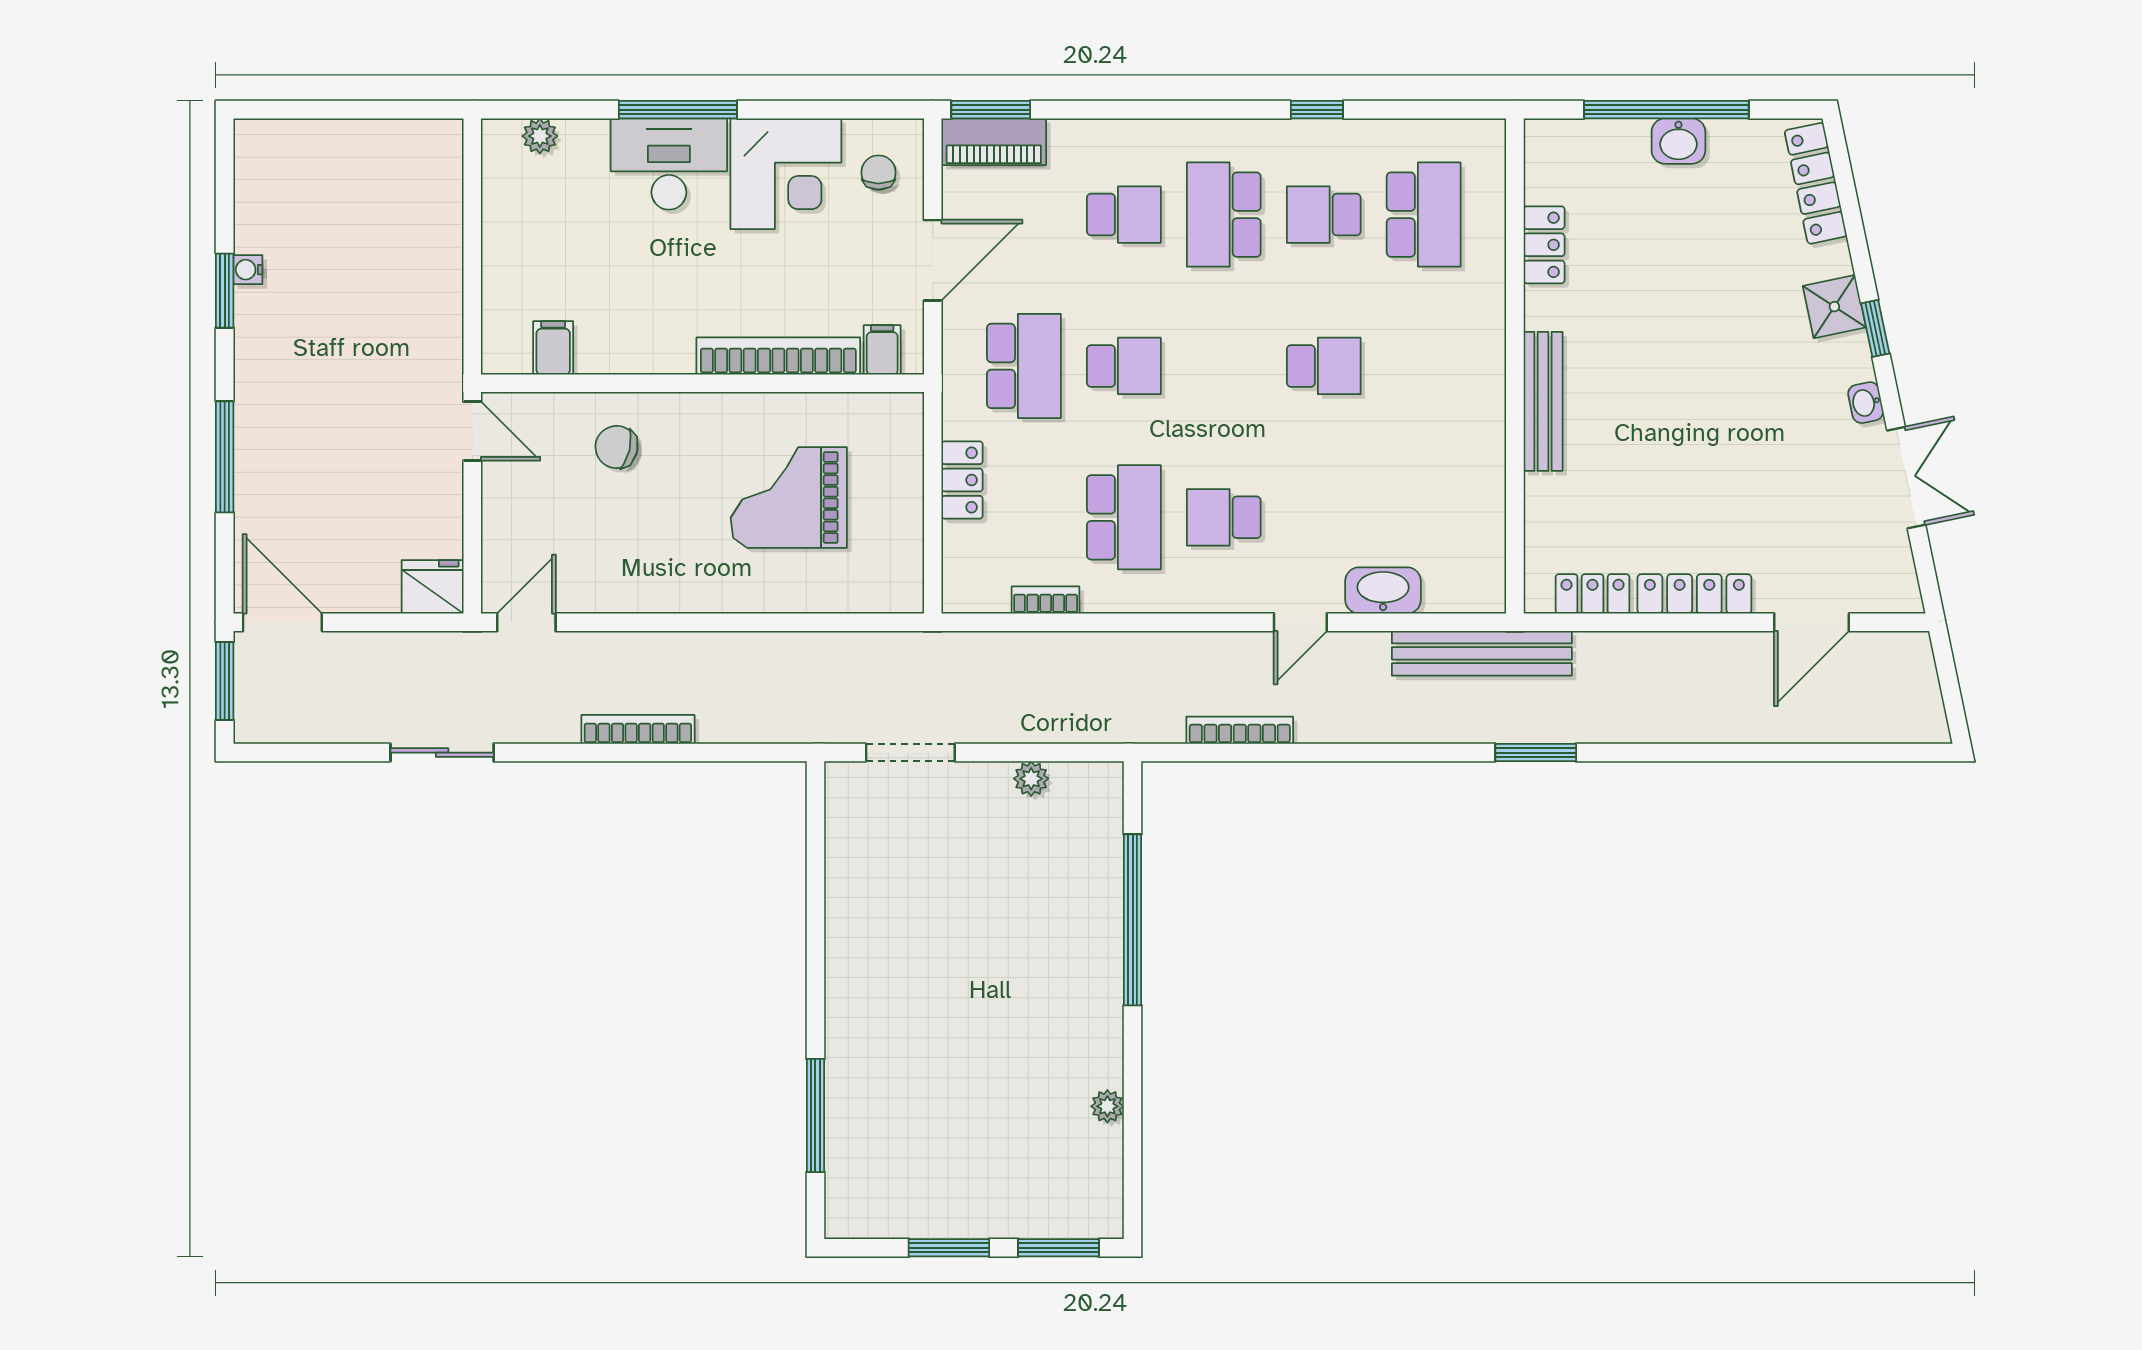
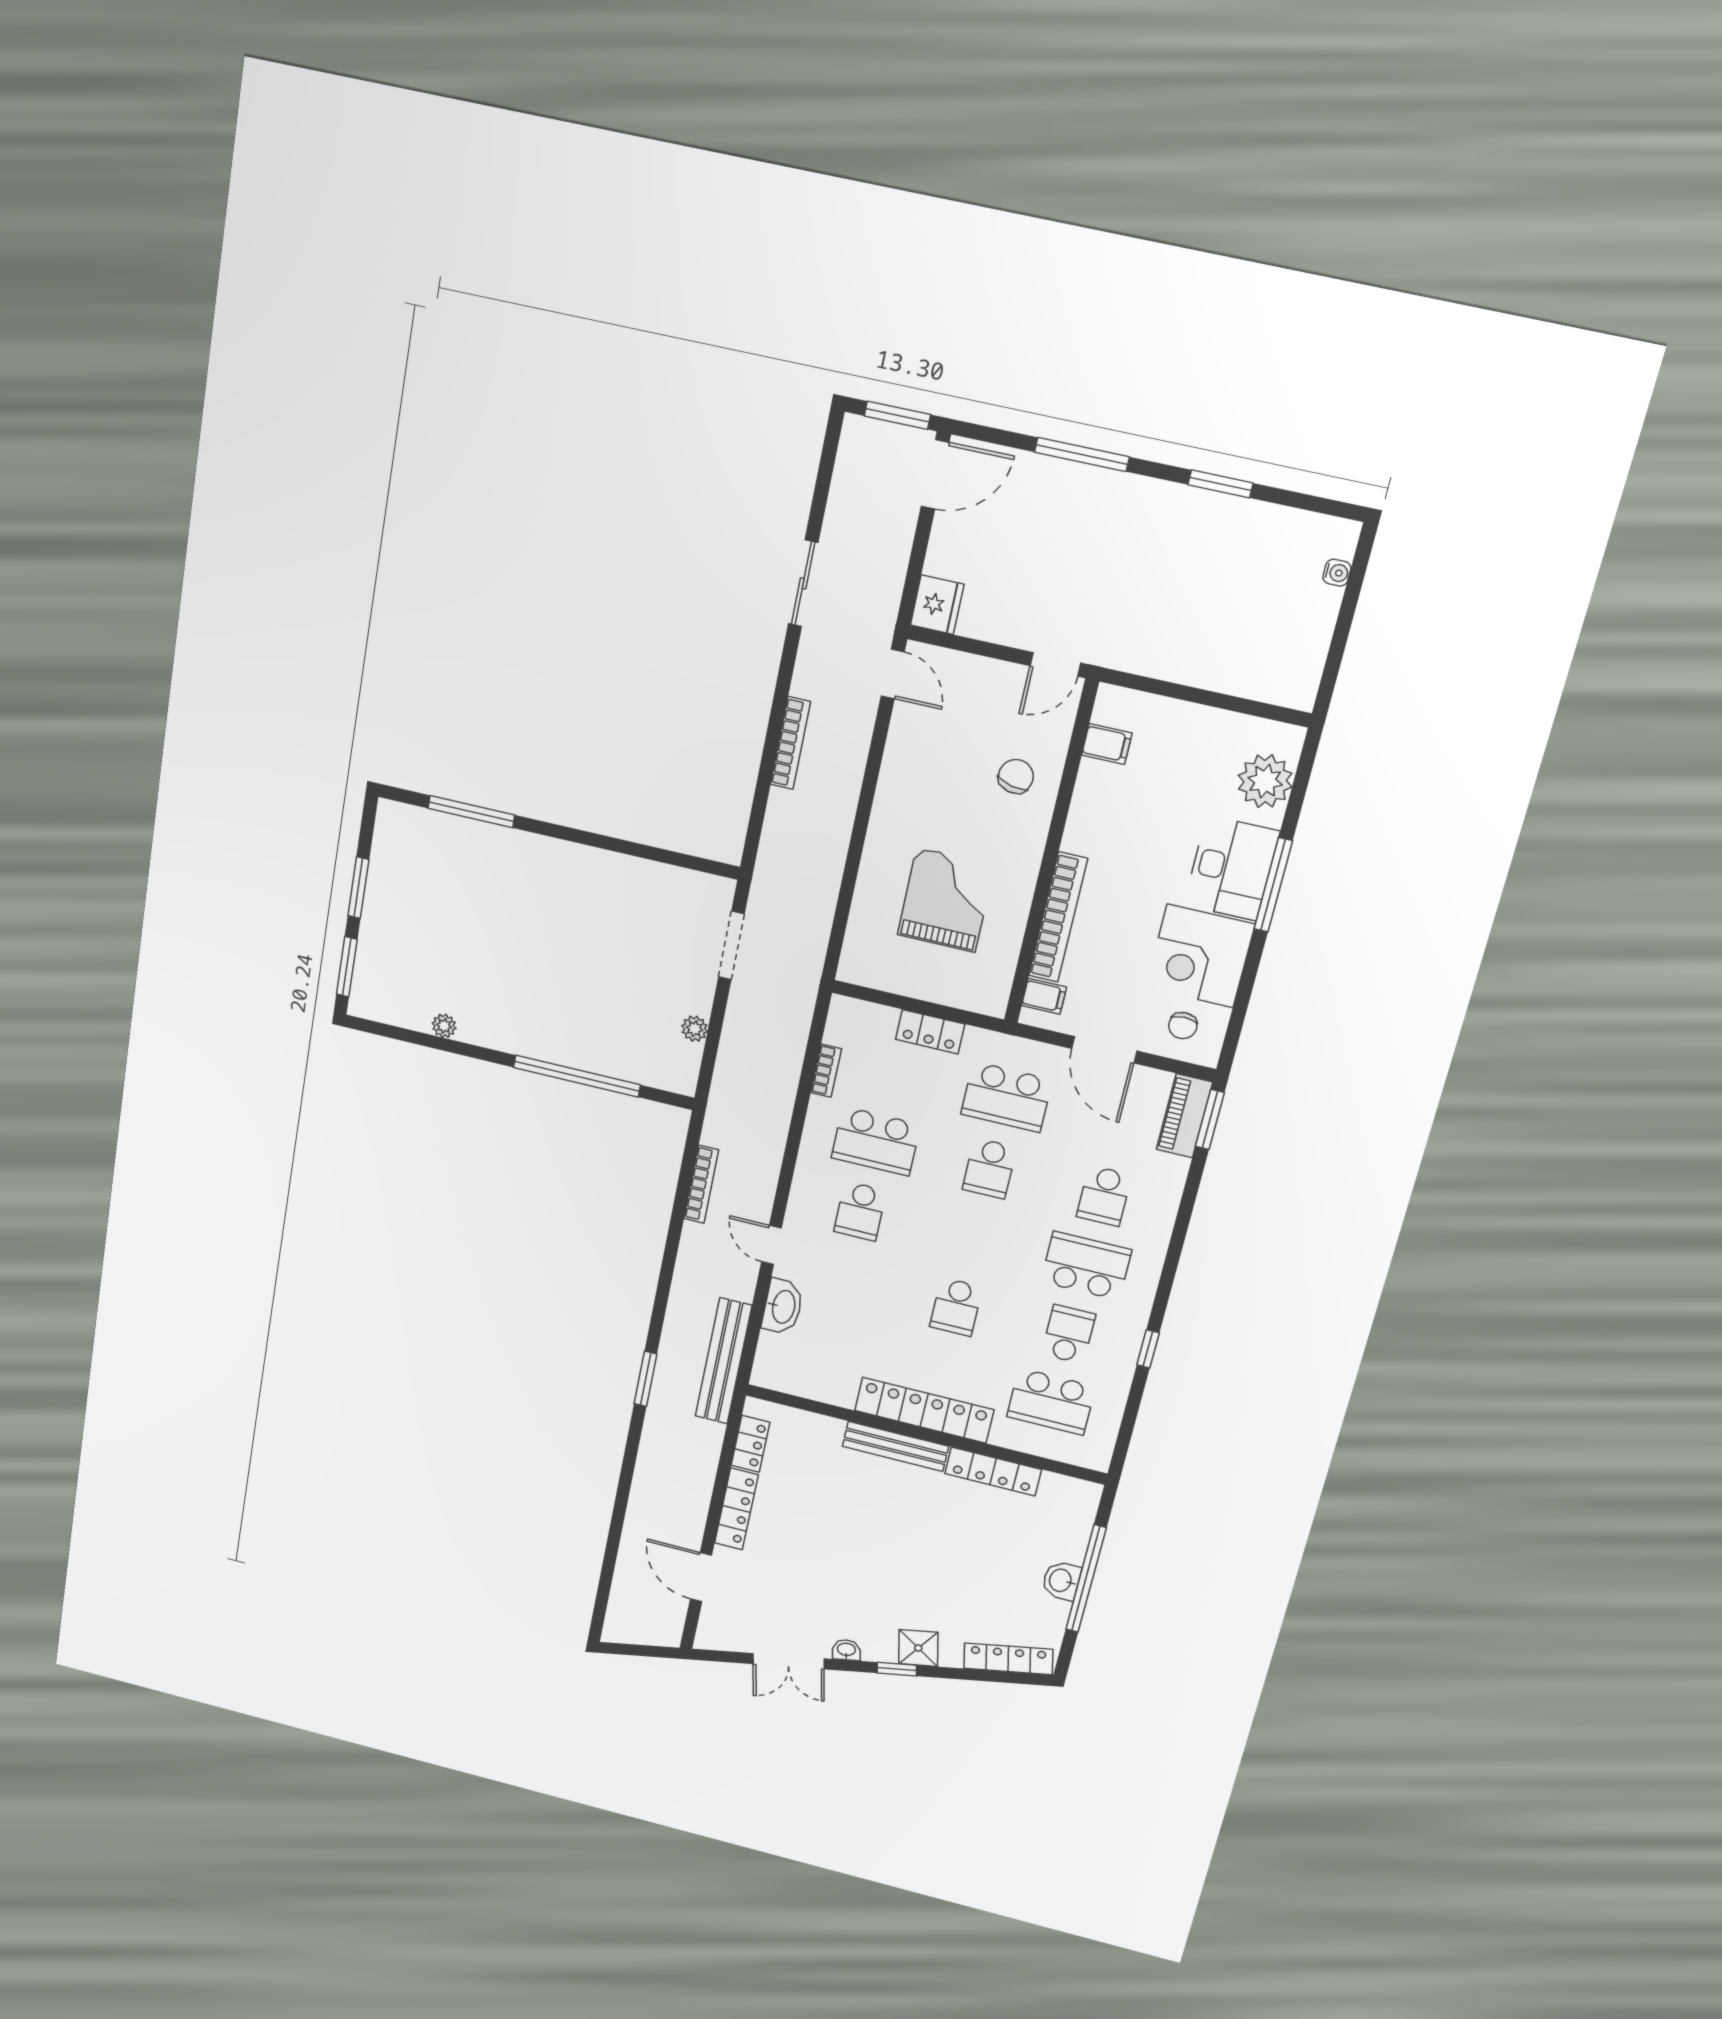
plant: (540, 136) -> (1265, 781), width x1.88, depth x1.88
chair: (878, 173) -> (1183, 1026), turned 90
locker: (1544, 245) -> (993, 1471), width x1.53
water cooler: (248, 270) -> (1337, 573), moved, turned 90
locker: (1481, 375) -> (924, 1410), added
school desk: (1224, 517) -> (860, 1211), turned 180

